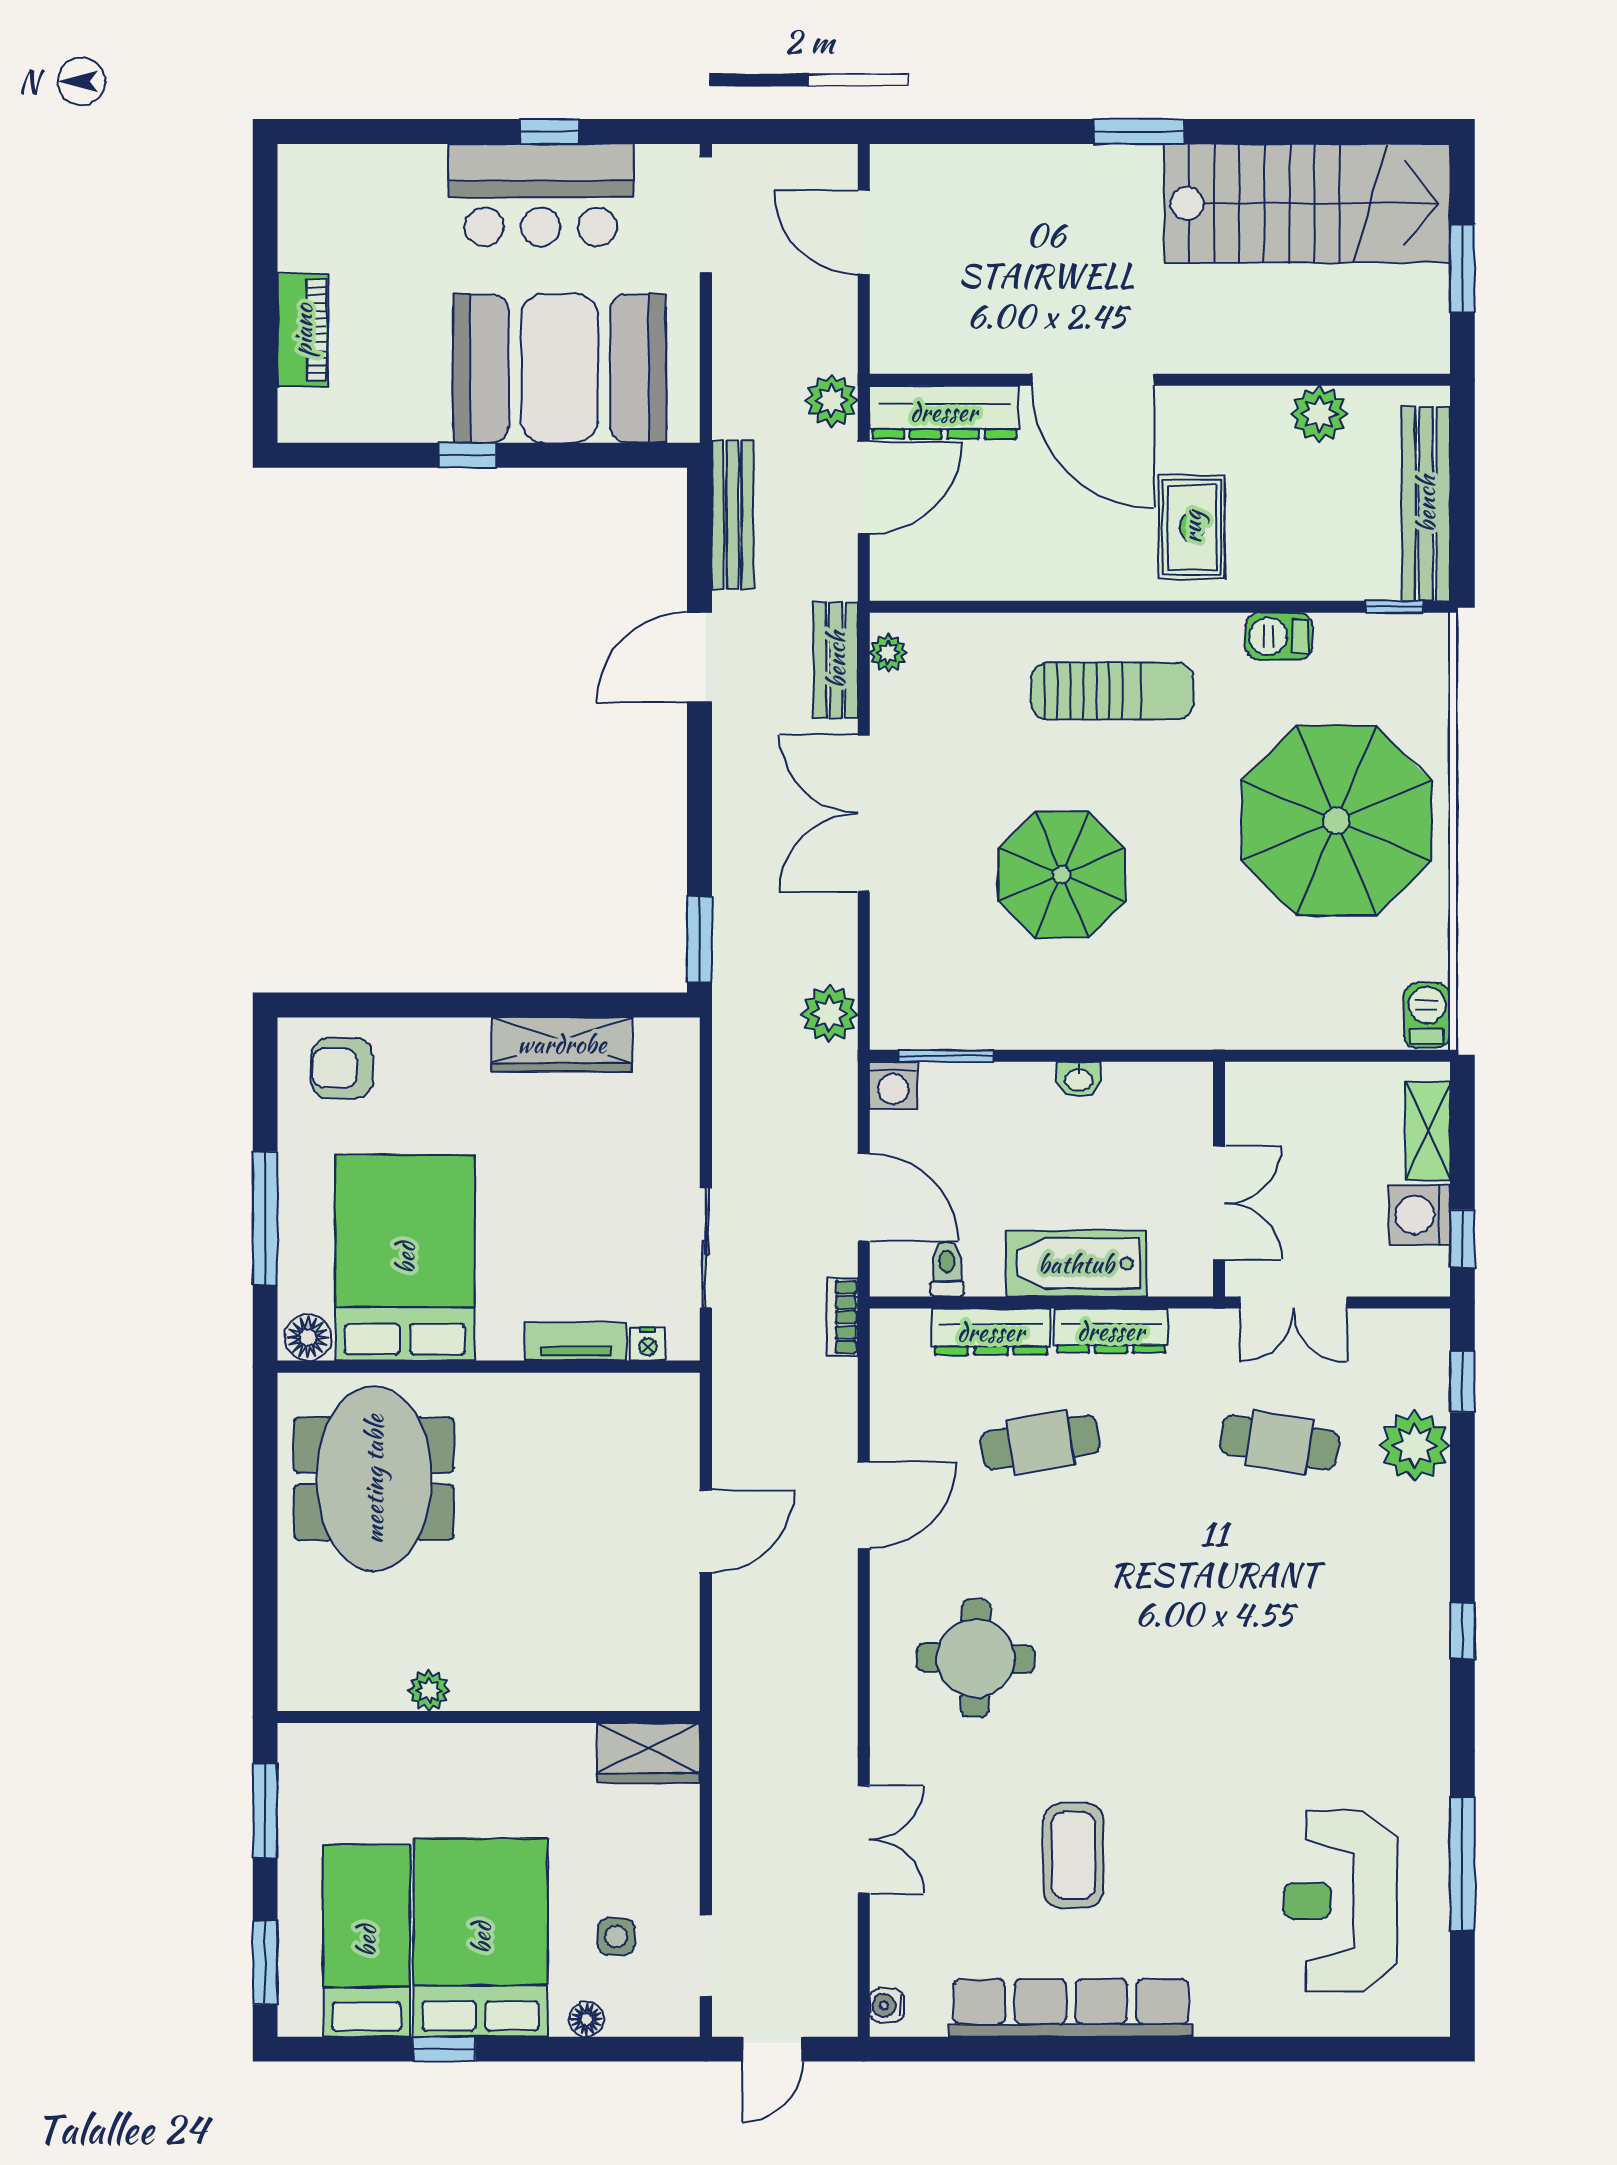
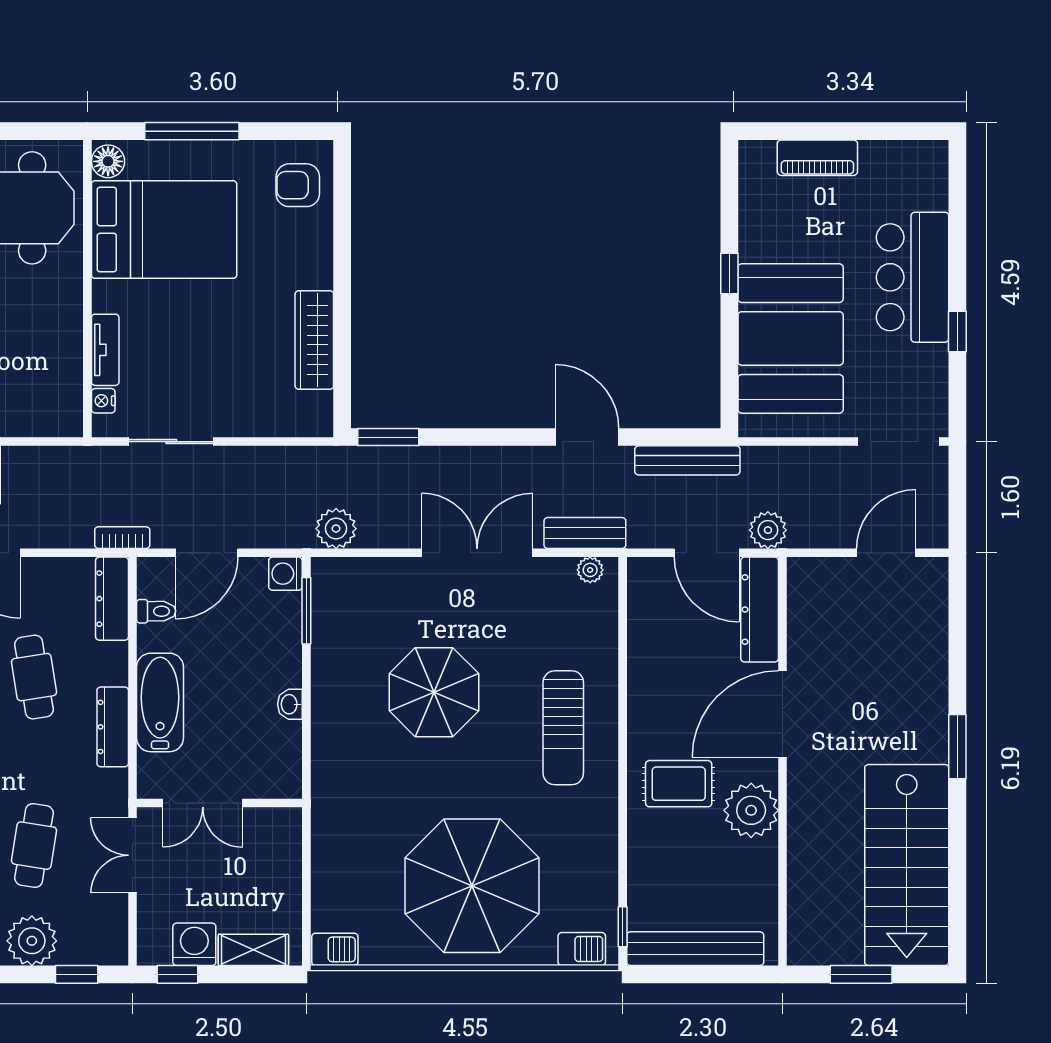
bar counter: (541, 195) -> (913, 277), moved
plant: (1319, 414) -> (751, 810), moved, width x1.36, depth x1.36
barbecue: (1279, 636) -> (582, 949), moved, turned 90
armchair: (342, 1068) -> (298, 185), turned -90
dresser: (991, 1332) -> (112, 599), moved

